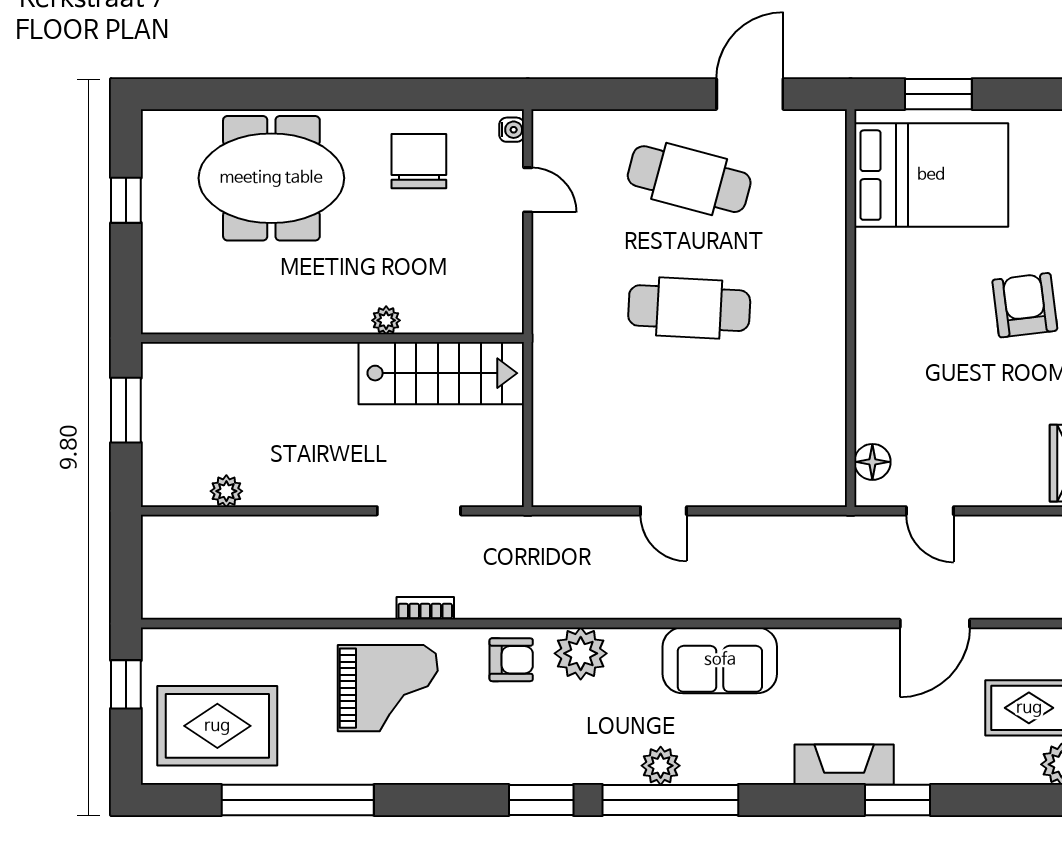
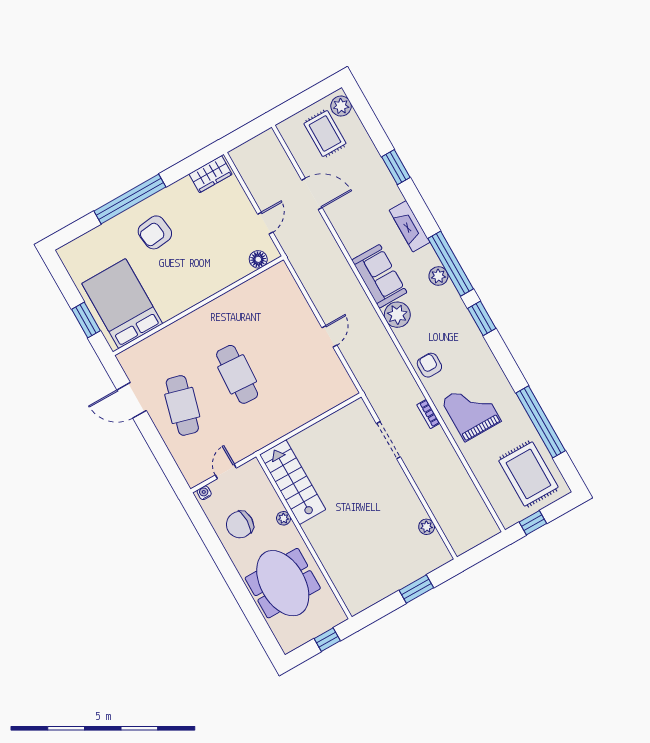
plant: (386, 320) -> (284, 518), moved
wall: (332, 338) -> (304, 537), moved
stairs: (441, 373) -> (293, 482), moved
plant: (581, 653) -> (397, 315), moved
fireplace: (844, 765) -> (410, 226), moved

